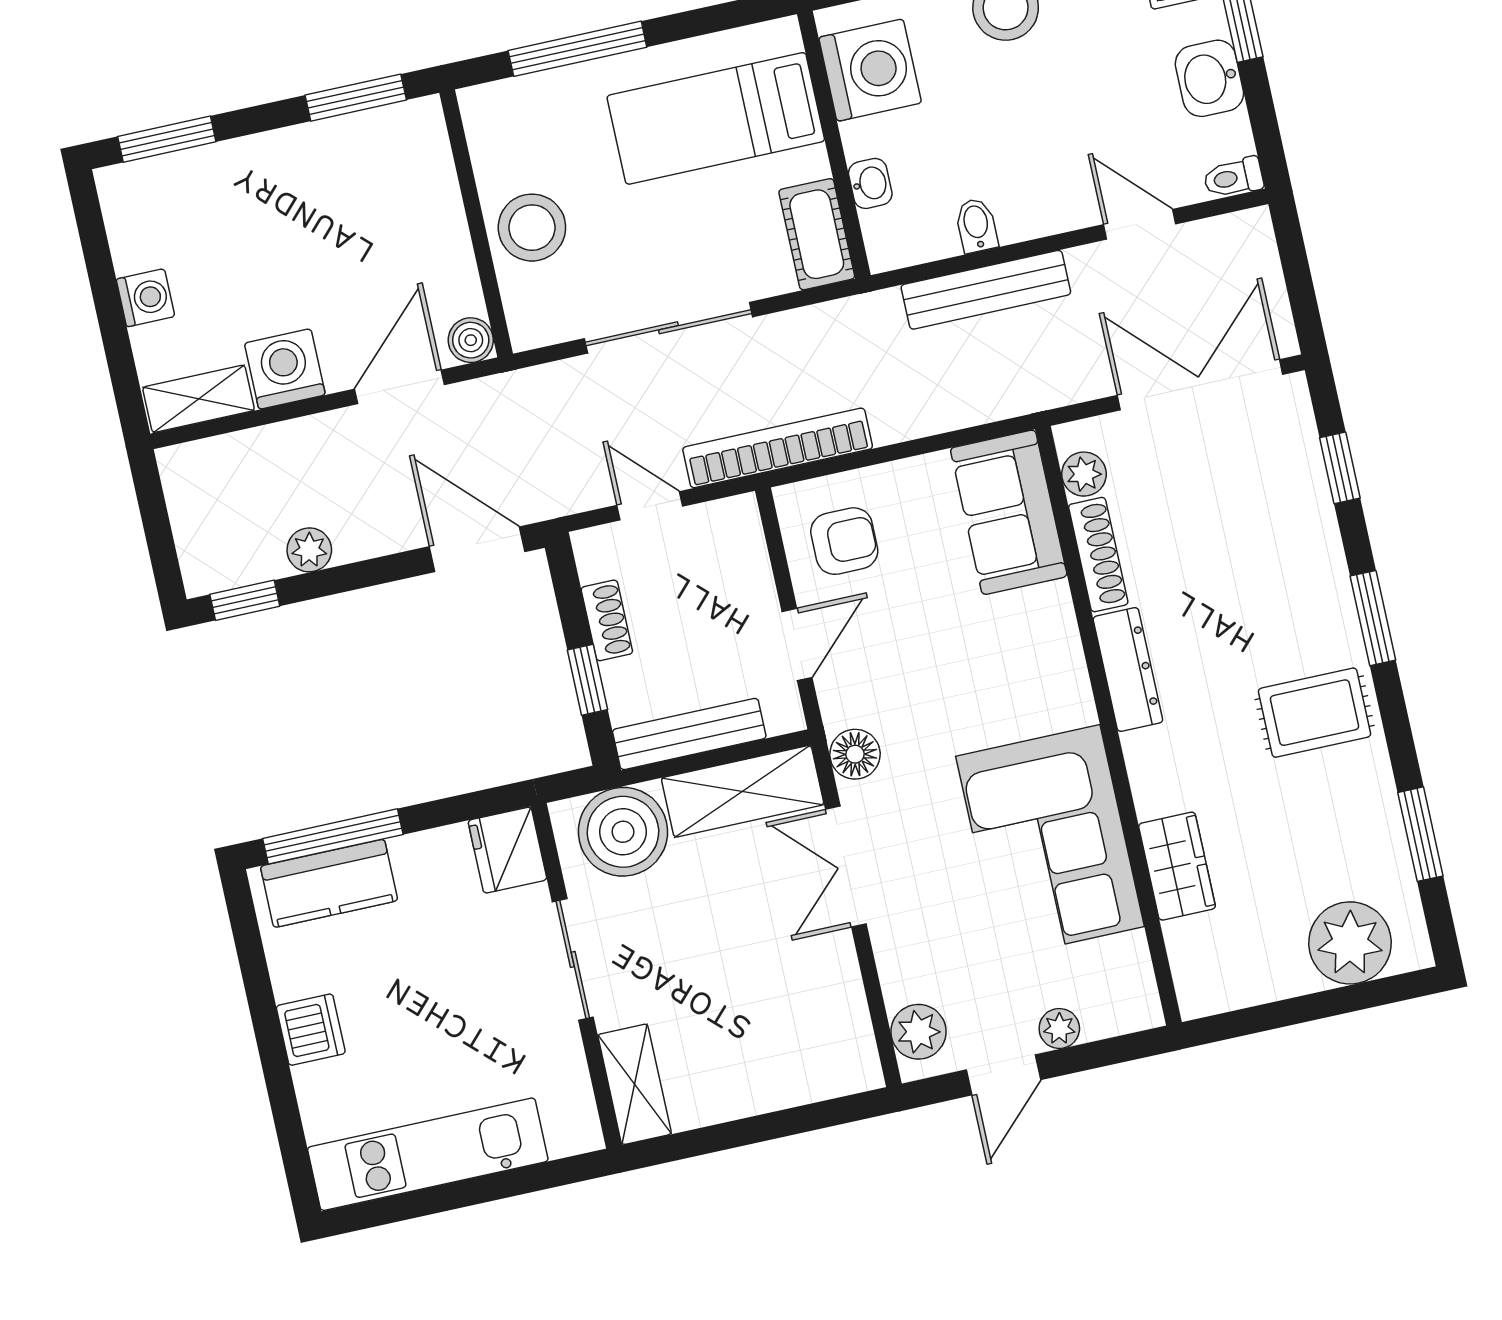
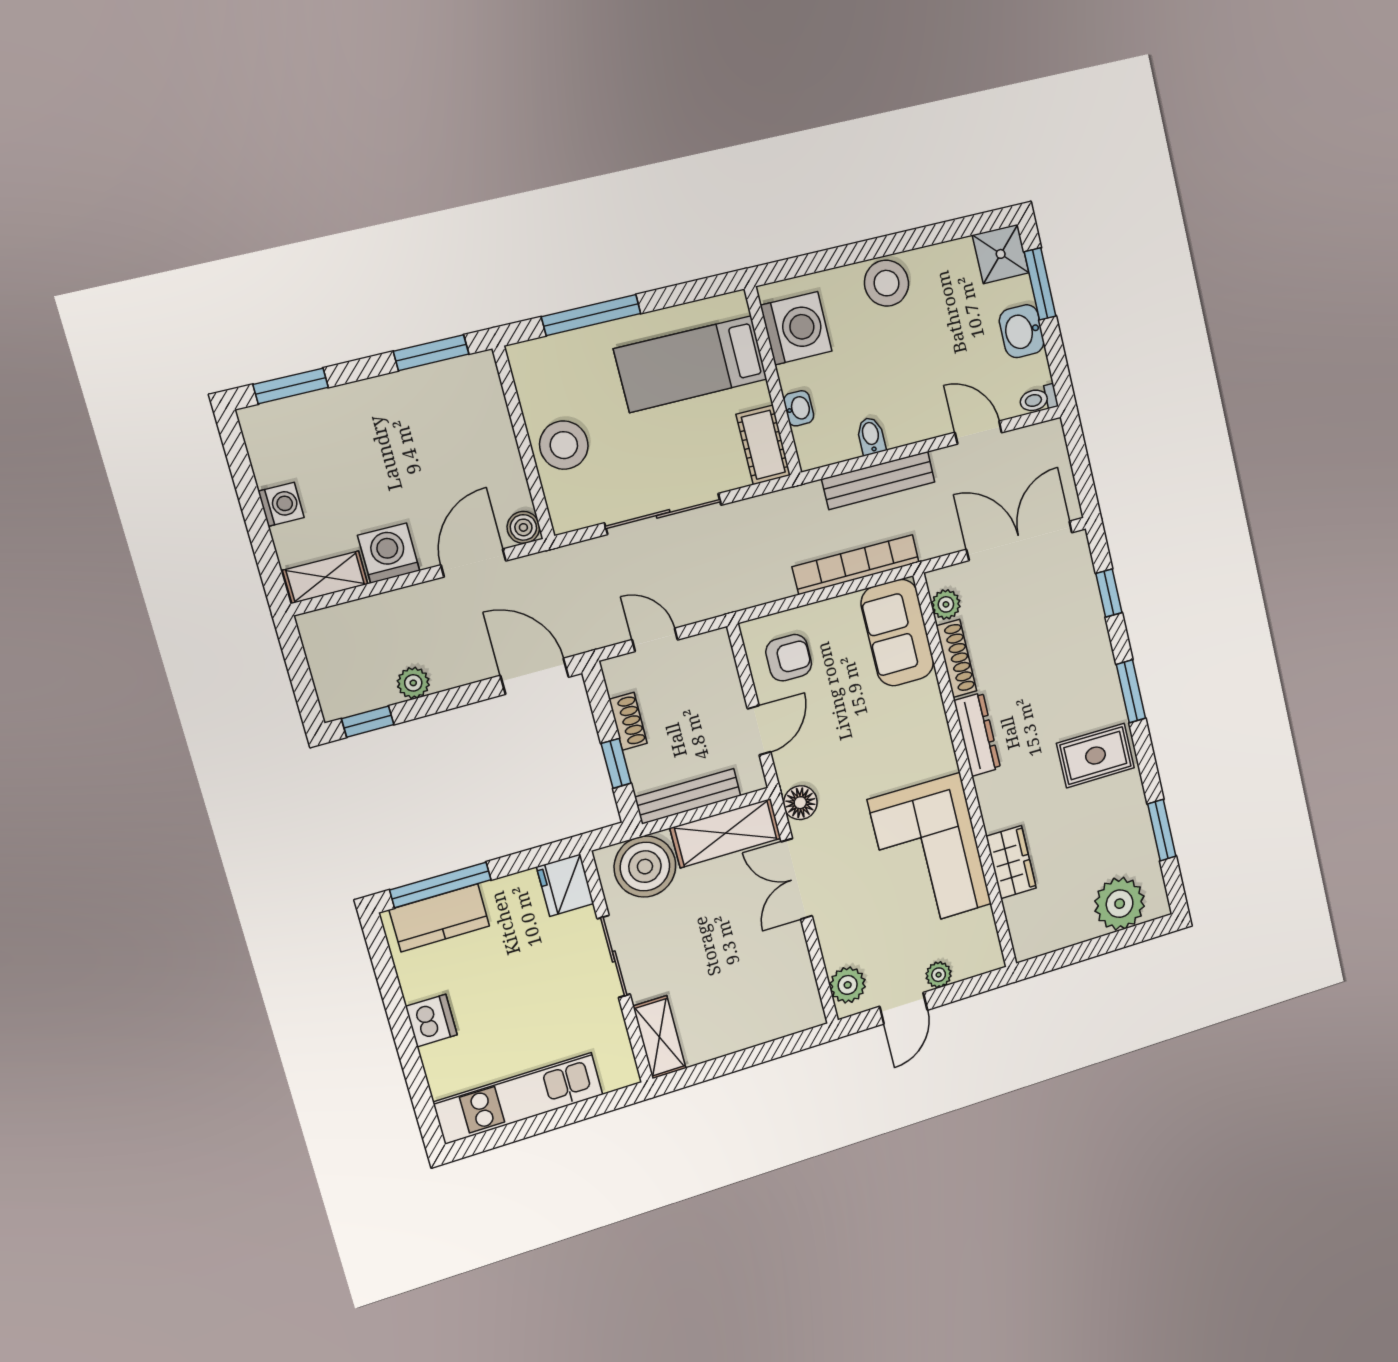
bookcase: (778, 448) -> (856, 565), moved

